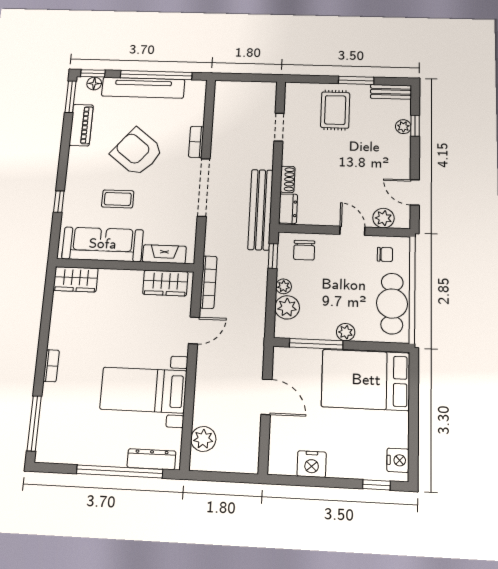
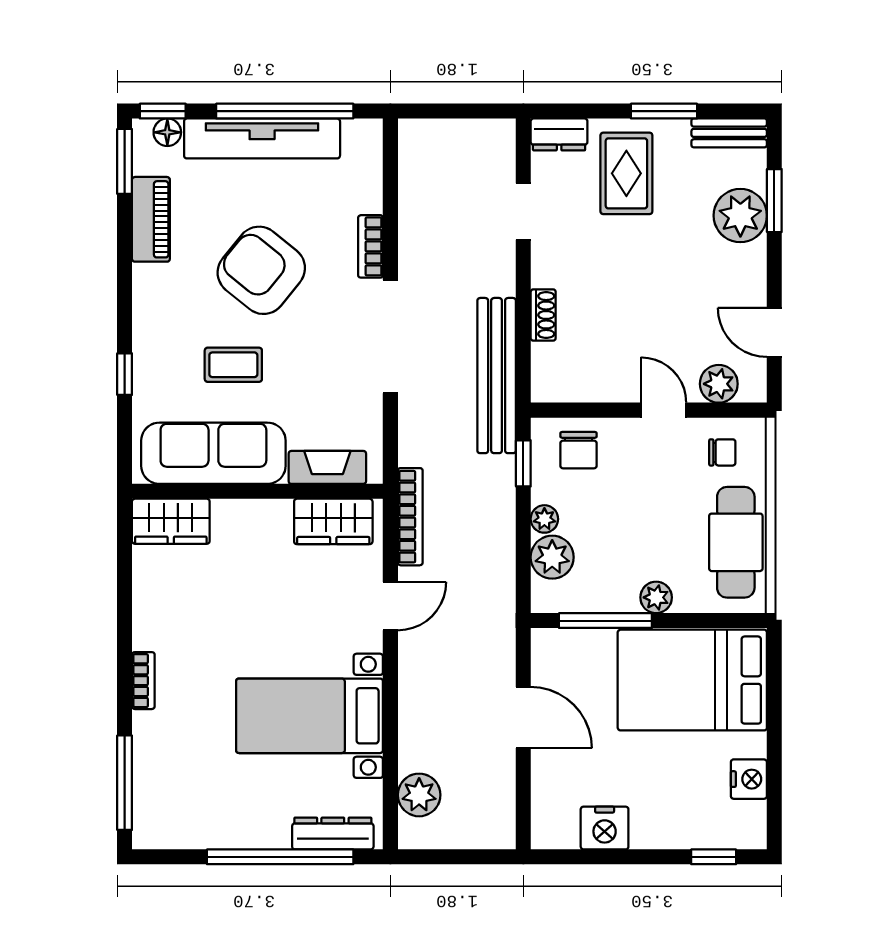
window: (415, 126) -> (774, 201), width x1.50
plant: (403, 127) -> (740, 216), width x1.88, depth x1.88
dresser: (288, 209) -> (559, 134), moved, turned 90
nightstand: (398, 460) -> (749, 779), moved

